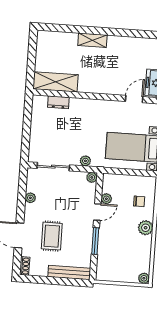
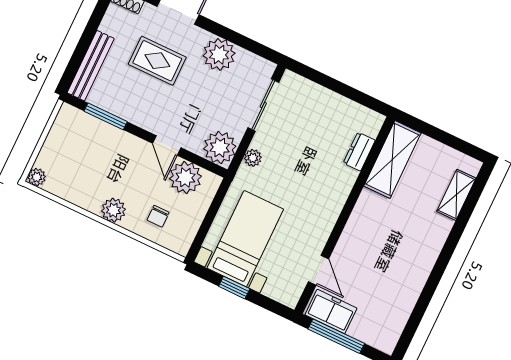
shelving: (92, 40) -> (456, 195), moved
plant: (92, 177) -> (220, 148), width x1.88, depth x1.88
plant: (30, 198) -> (219, 54), width x1.87, depth x1.87
plant: (106, 199) -> (185, 178), width x1.88, depth x1.88
window: (95, 241) -> (106, 116), moved

